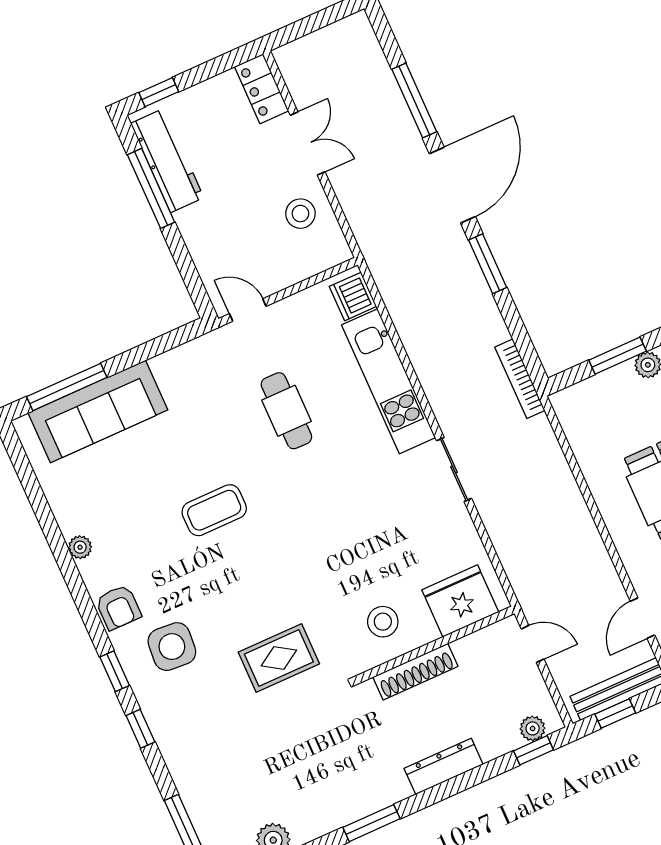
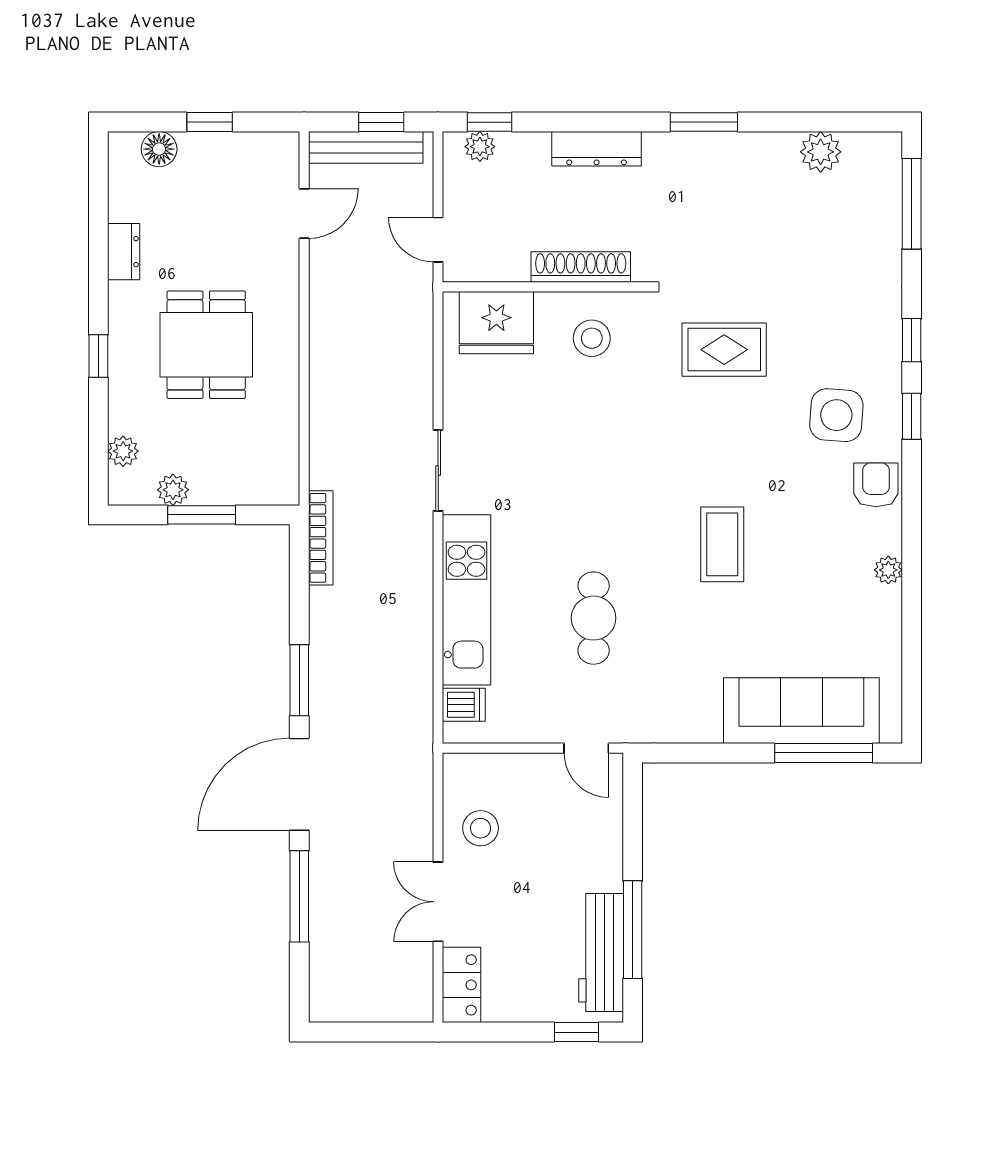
dishwasher: (353, 296) -> (464, 705), width x0.73
coffee table: (214, 510) -> (722, 544), turned 90

